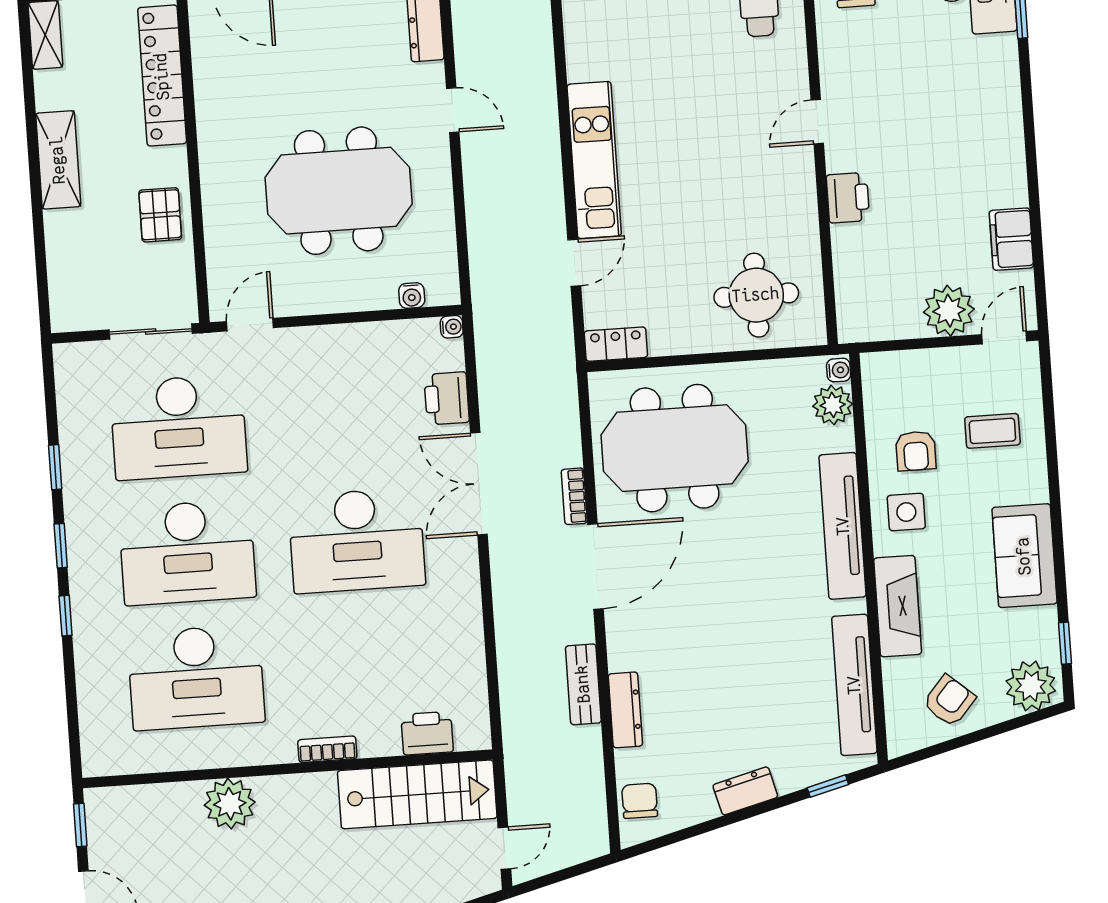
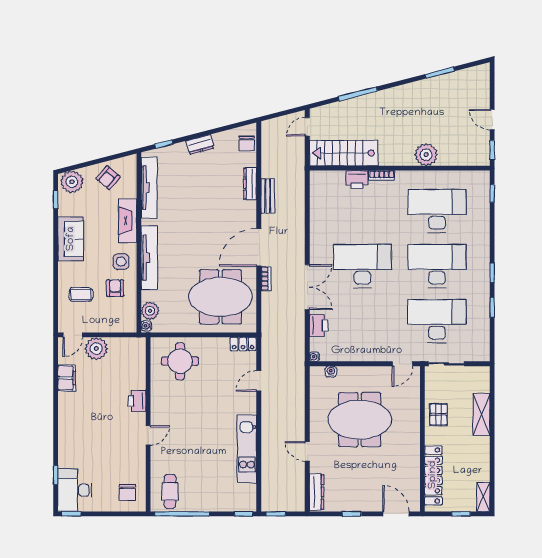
shelving: (58, 160) -> (481, 414), moved
kitchen unit: (594, 160) -> (247, 449), moved
window: (66, 616) -> (492, 193), moved
printer: (427, 733) -> (357, 179), moved

